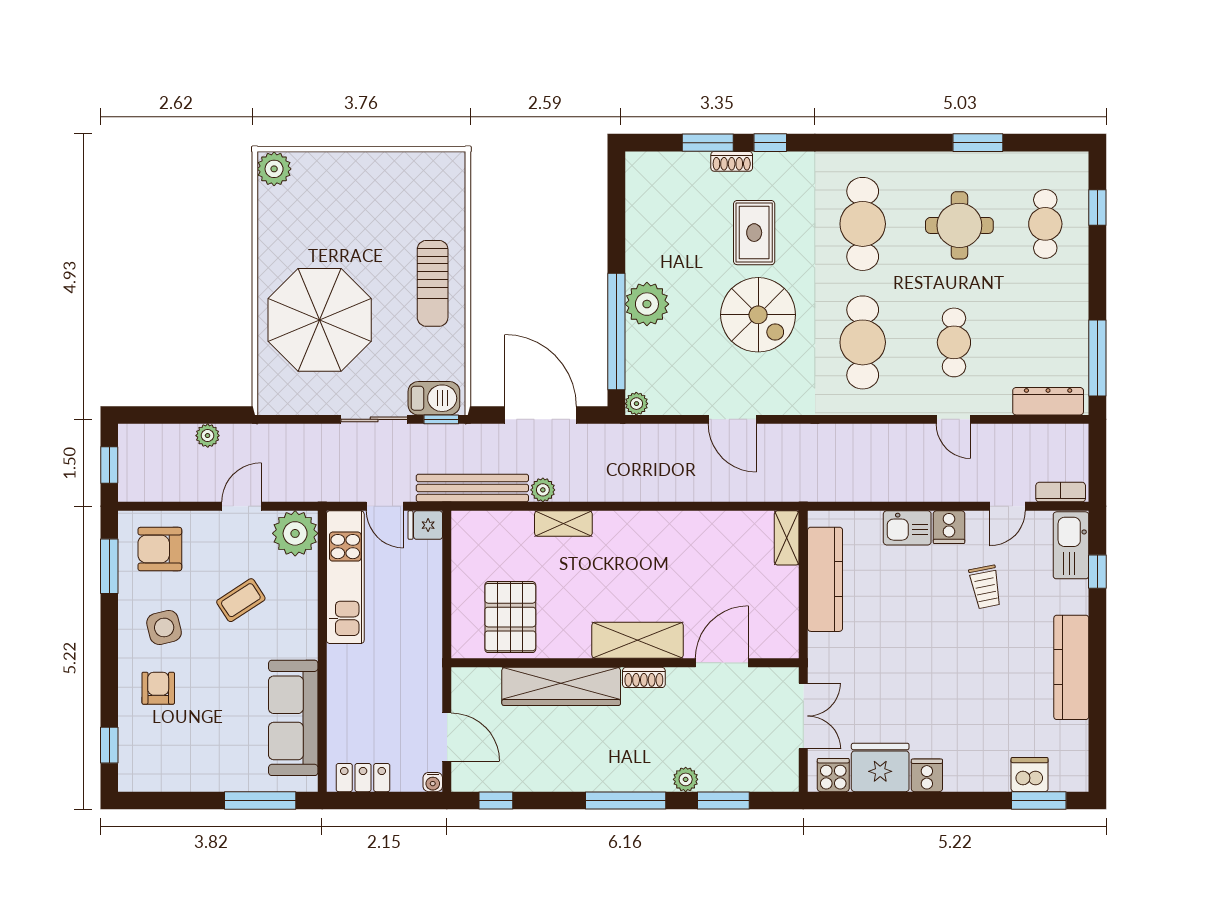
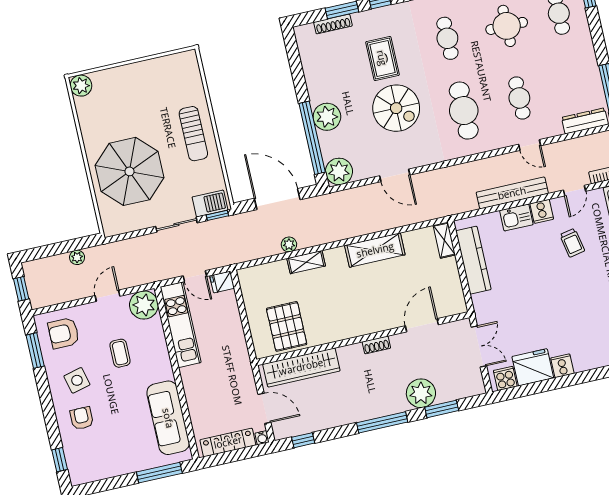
shoe rack: (732, 161) -> (333, 24), moved, width x1.43
cafe table: (863, 224) -> (447, 38), width x0.73, depth x0.74
plant: (636, 404) -> (339, 171), width x1.88, depth x1.88
bench: (472, 488) -> (512, 193), moved
coffee table: (241, 600) -> (120, 353), turned -57
shelving: (638, 640) -> (375, 250), moved
wardrobe: (561, 686) -> (301, 367), moved
locker: (363, 778) -> (228, 442), width x1.53
plant: (686, 779) -> (421, 393), width x1.87, depth x1.87

